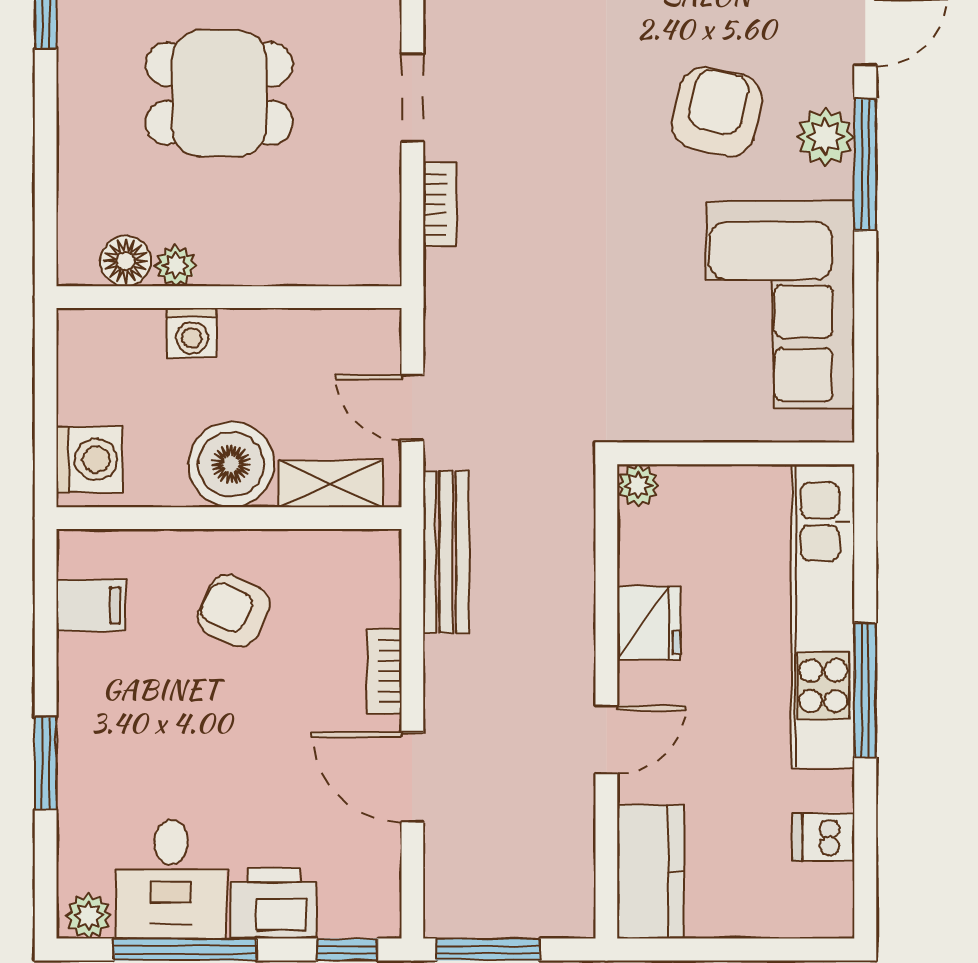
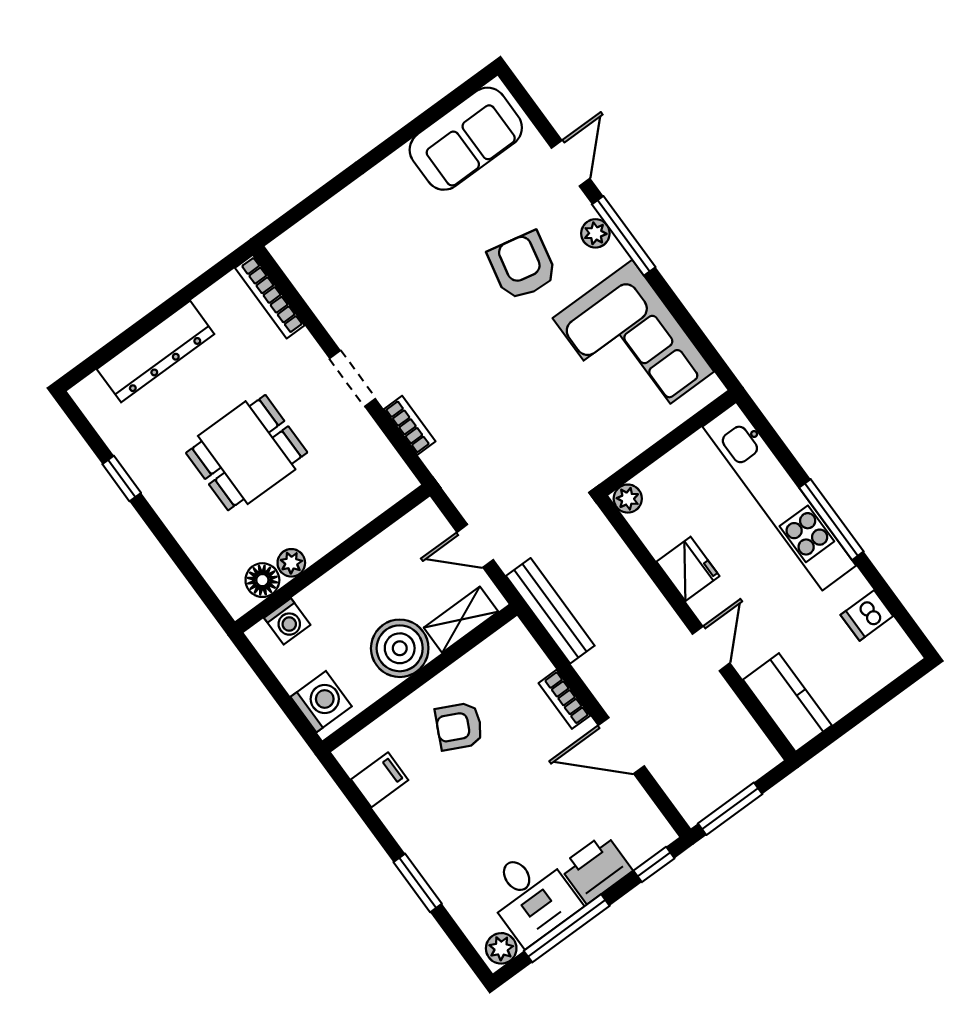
plant: (825, 137) -> (595, 233), width x0.73, depth x0.73
washing machine: (192, 333) -> (287, 621), moved

